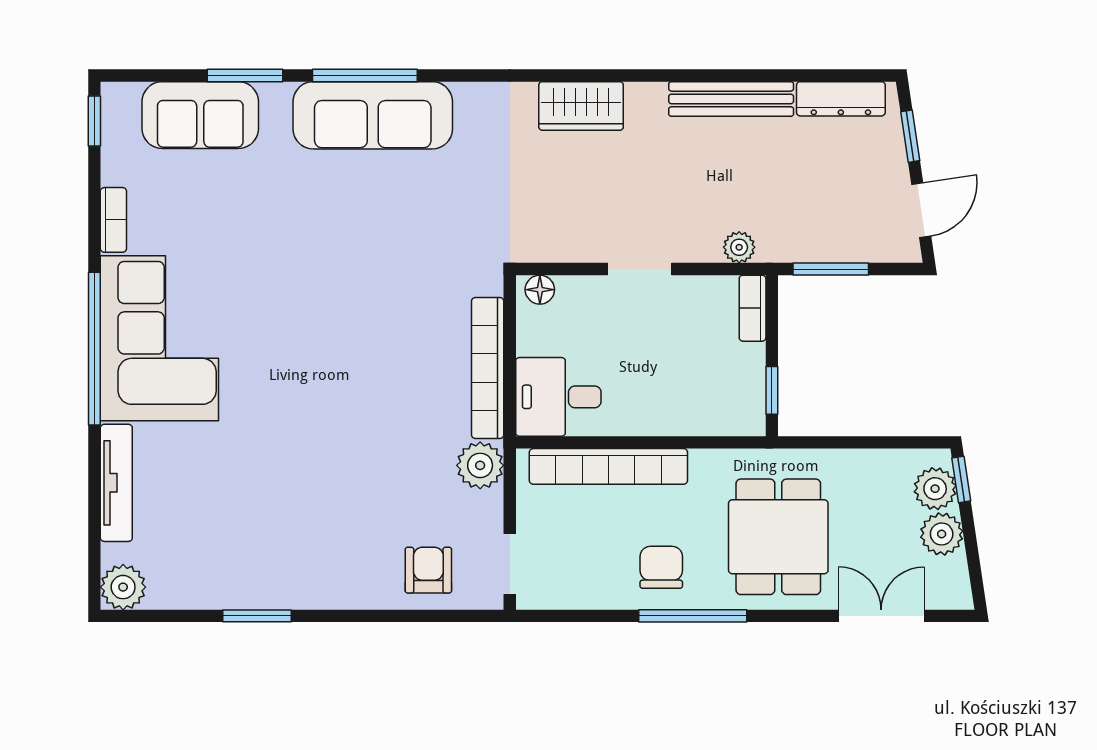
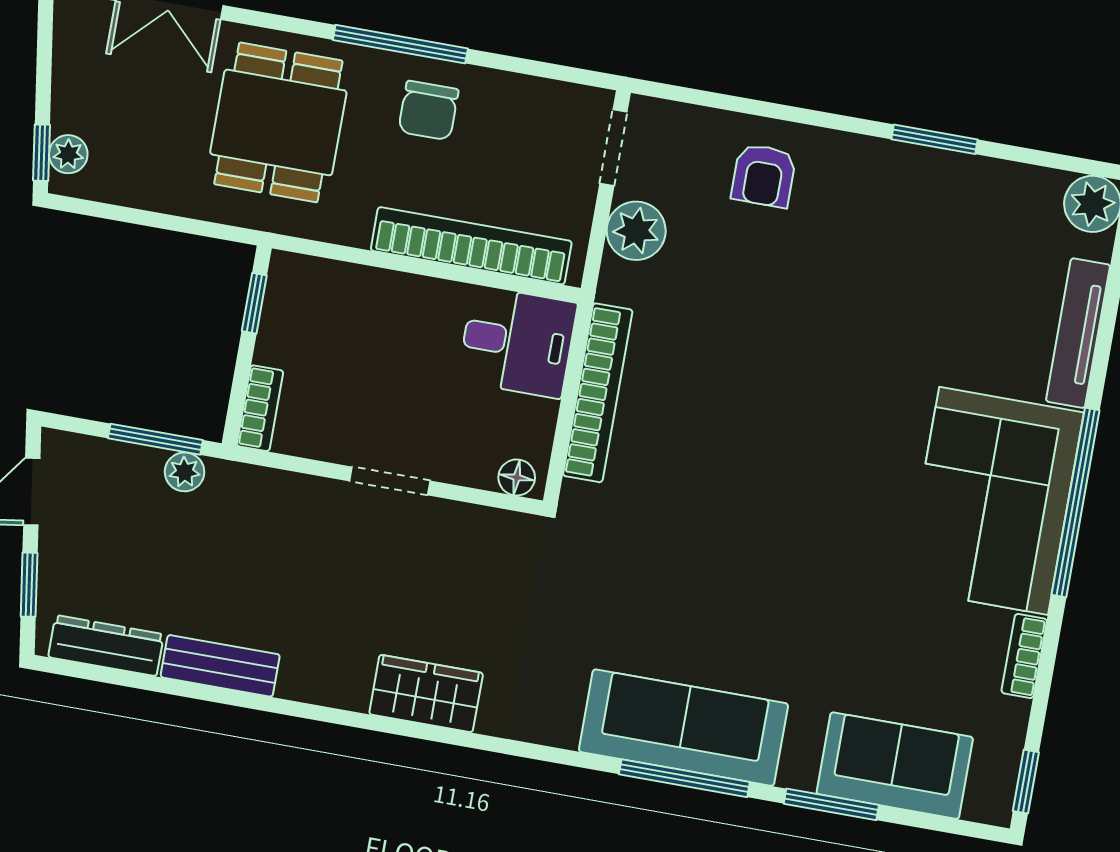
bench: (731, 99) -> (220, 666), width x0.73
plant: (739, 247) -> (185, 472), moved
plant: (480, 465) -> (636, 231), moved
plant: (935, 489) -> (68, 154), width x0.73, depth x0.73
plant: (942, 534) -> (77, 90), removed
armchair: (428, 570) -> (764, 176), moved

